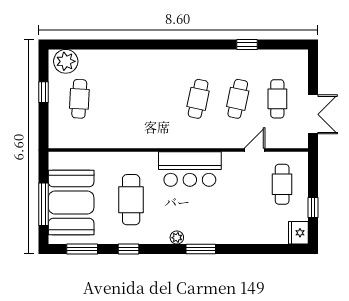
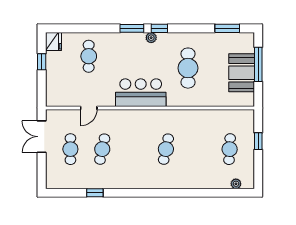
plant: (66, 61) -> (236, 184), width x0.53, depth x0.53
window: (44, 92) -> (258, 141), moved
cafe table: (198, 99) -> (166, 149), moved
cafe table: (282, 184) -> (89, 56), moved
booth: (71, 203) -> (242, 73), width x0.73, depth x0.70
window: (128, 249) -> (159, 28), moved

